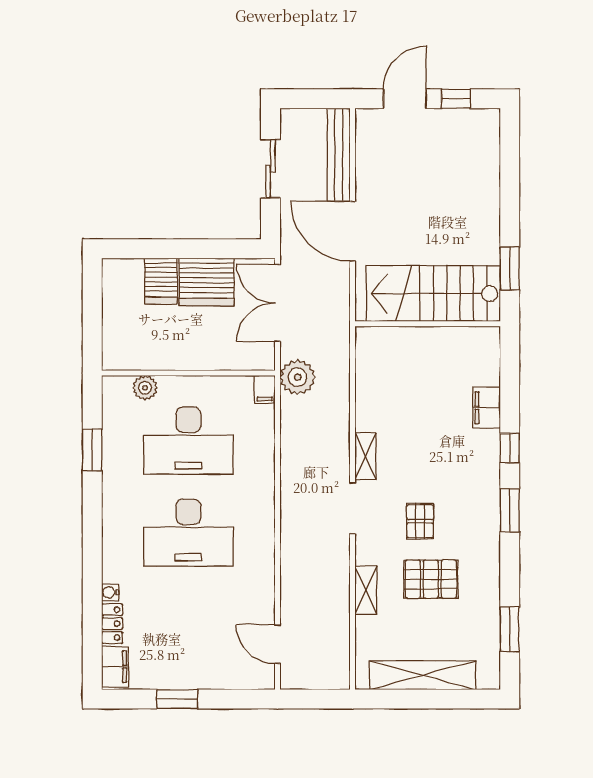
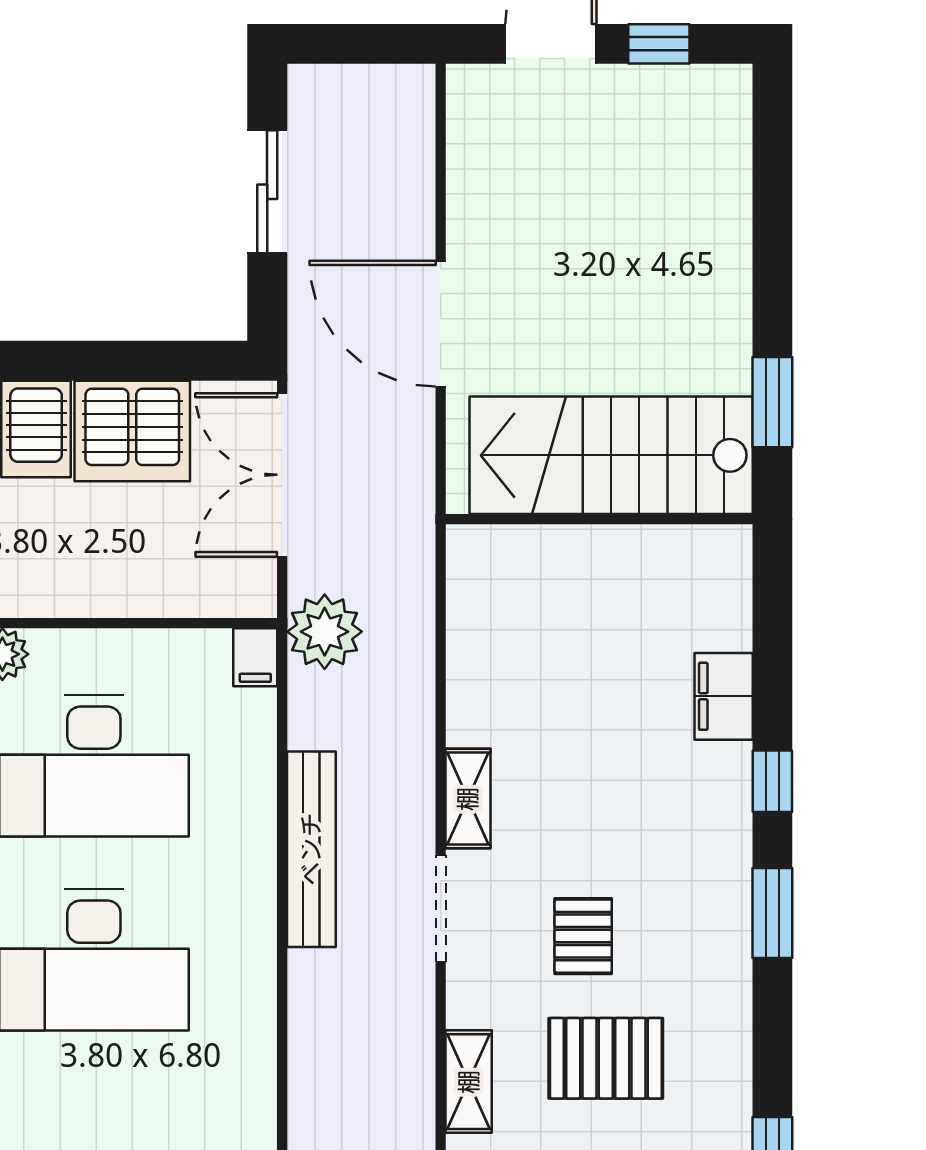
bench: (339, 154) -> (311, 849), moved

